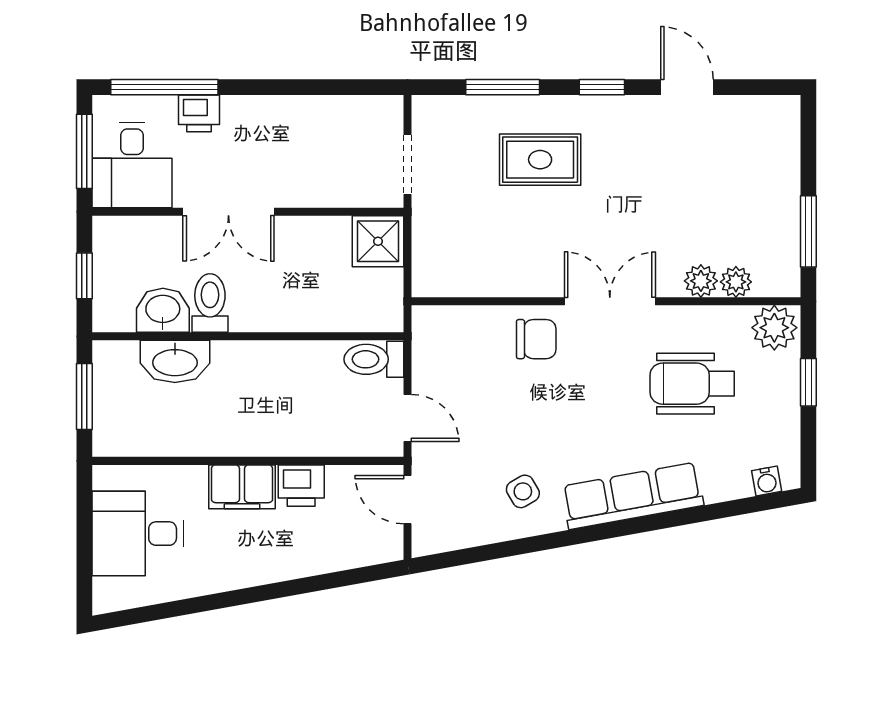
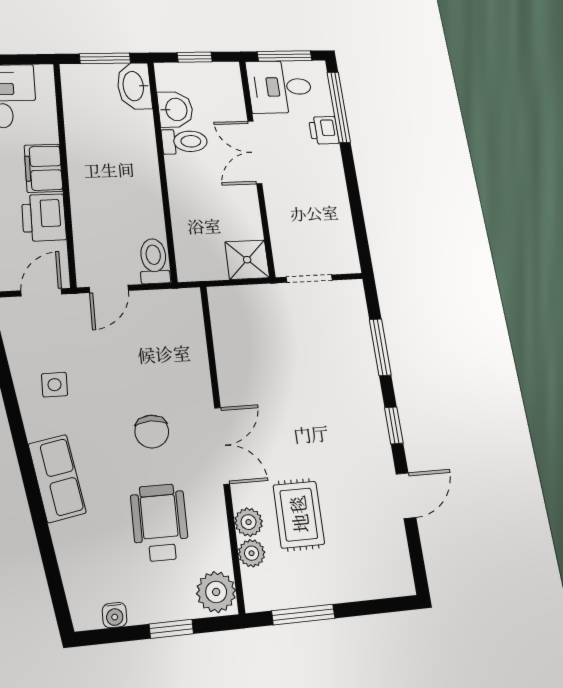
rug: (540, 160) -> (299, 514), moved
chair: (536, 339) -> (152, 431), moved
washbasin: (175, 361) -> (134, 86), moved
water cooler: (767, 481) -> (115, 615), moved, turned -80
printer: (301, 486) -> (44, 217), width x1.36, depth x1.24
side table: (523, 491) -> (55, 385), turned 30
row of seats: (632, 496) -> (57, 478), width x0.68

